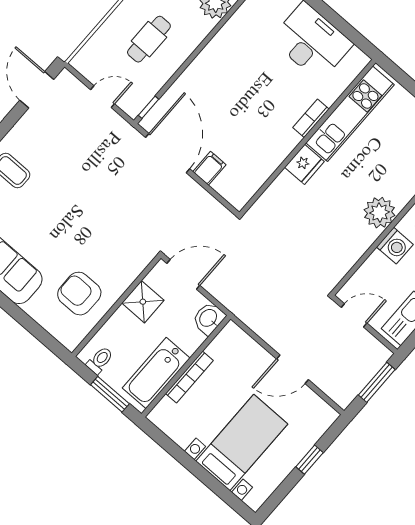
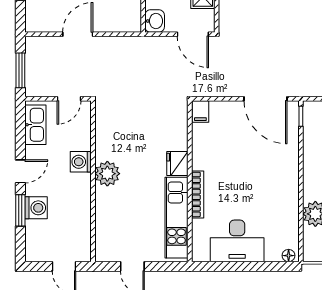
bookcase: (311, 118) -> (198, 194), width x1.56
filing cabinet: (209, 168) -> (200, 111), moved
door: (183, 274) -> (193, 34), hinge flipped

